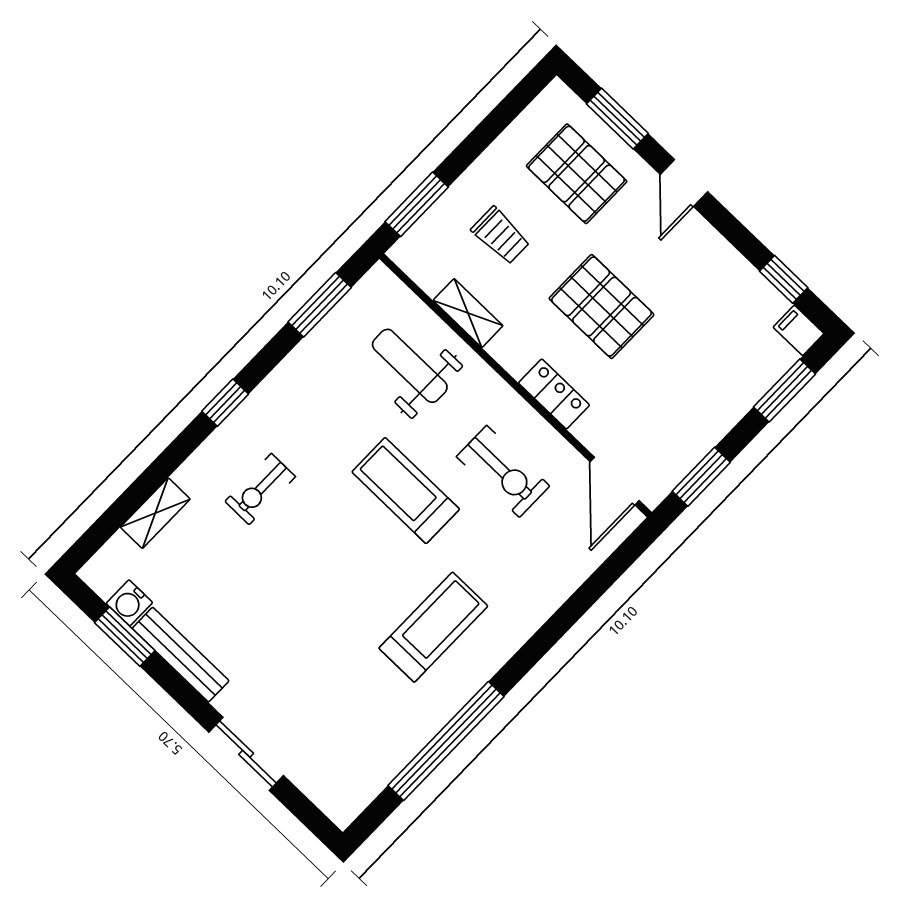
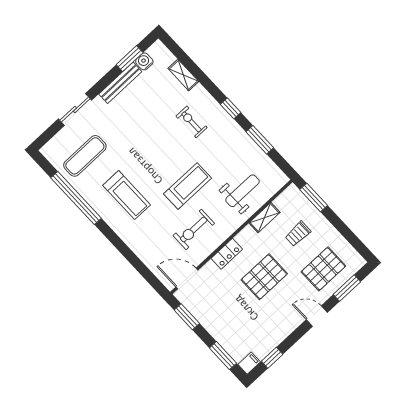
window: (320, 305) -> (260, 140), moved
exercise mat: (350, 726) -> (85, 156), added

